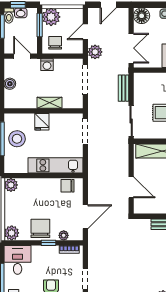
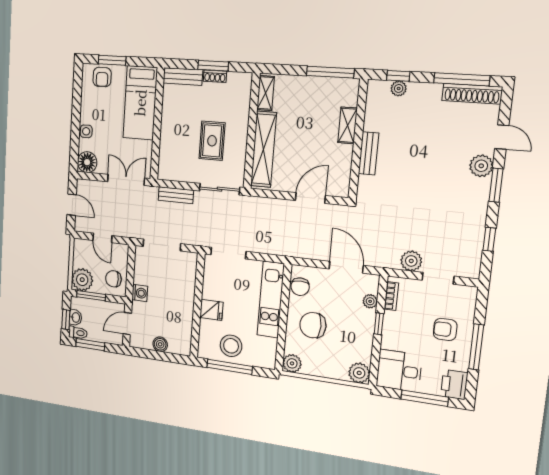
plant: (95, 52) -> (411, 261), moved
shelving: (49, 103) -> (188, 296), removed
chair: (40, 228) -> (313, 325), moved

